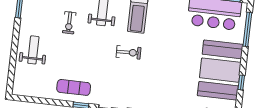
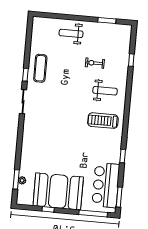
weight bench: (33, 50) -> (71, 33), turned 180
exercise bike: (129, 52) -> (71, 114), removed

